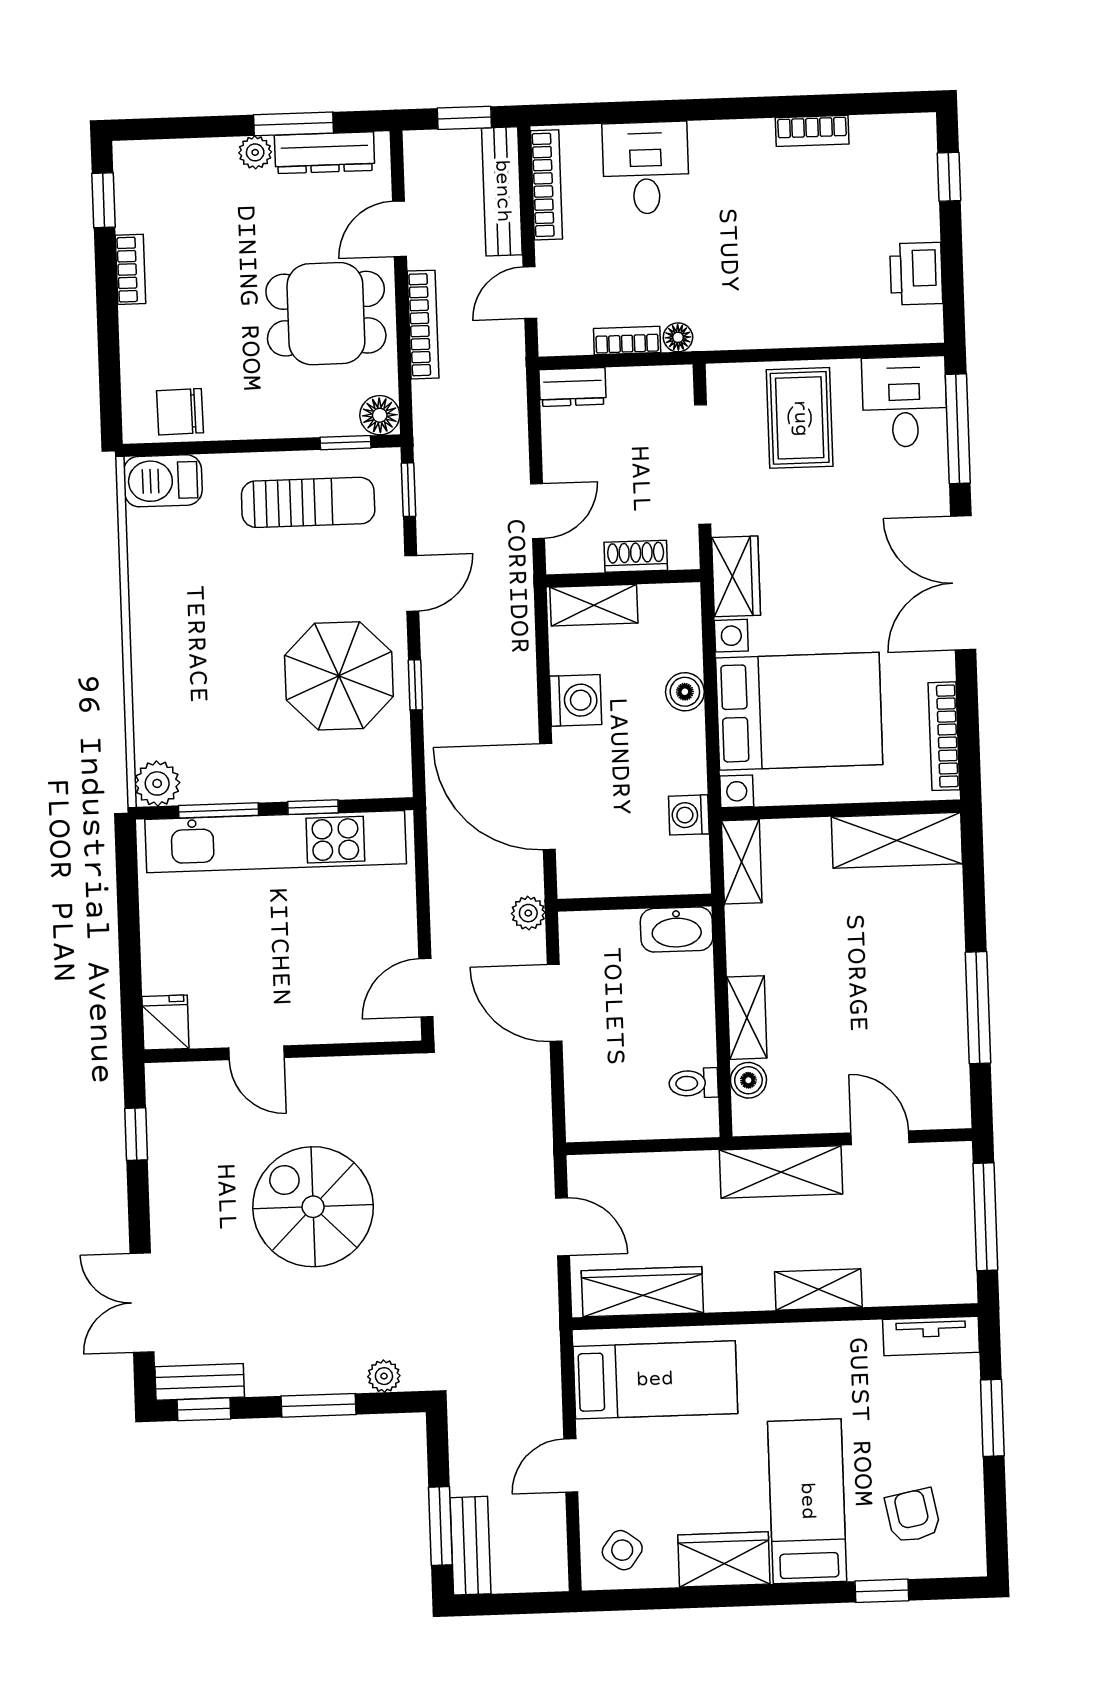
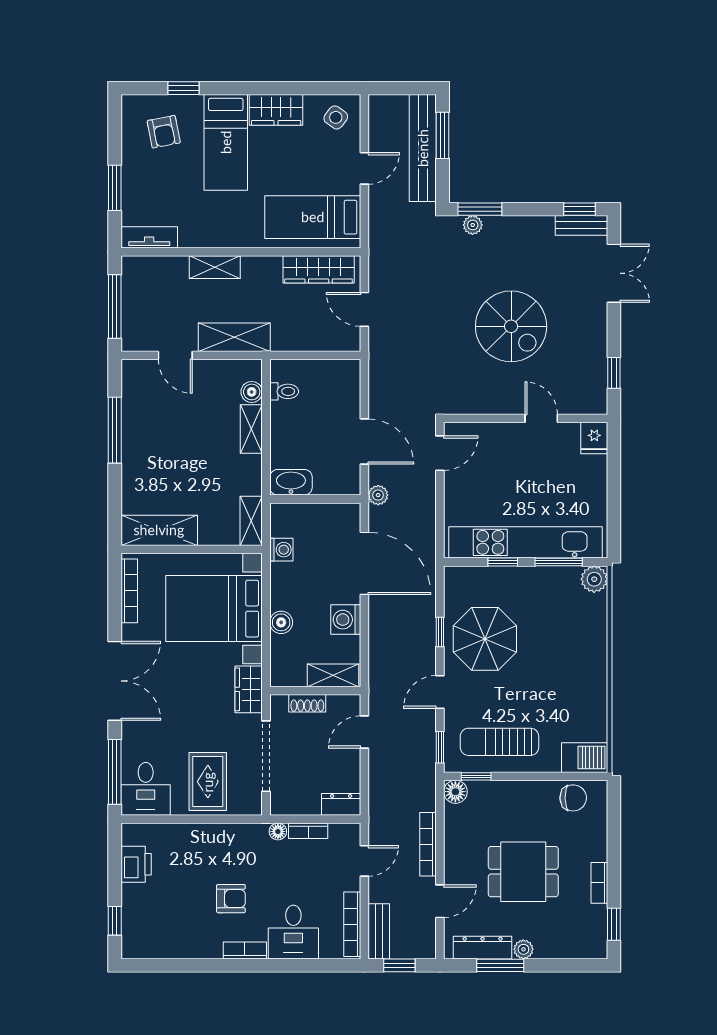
bookcase: (812, 131) -> (245, 950), moved
bench: (502, 191) -> (379, 931), width x0.73
armchair: (754, 221) -> (231, 899), added
dining table: (326, 314) -> (523, 872), moved
window: (318, 1405) -> (480, 209), moved
bench: (470, 1546) -> (423, 148), width x1.86, depth x1.21

